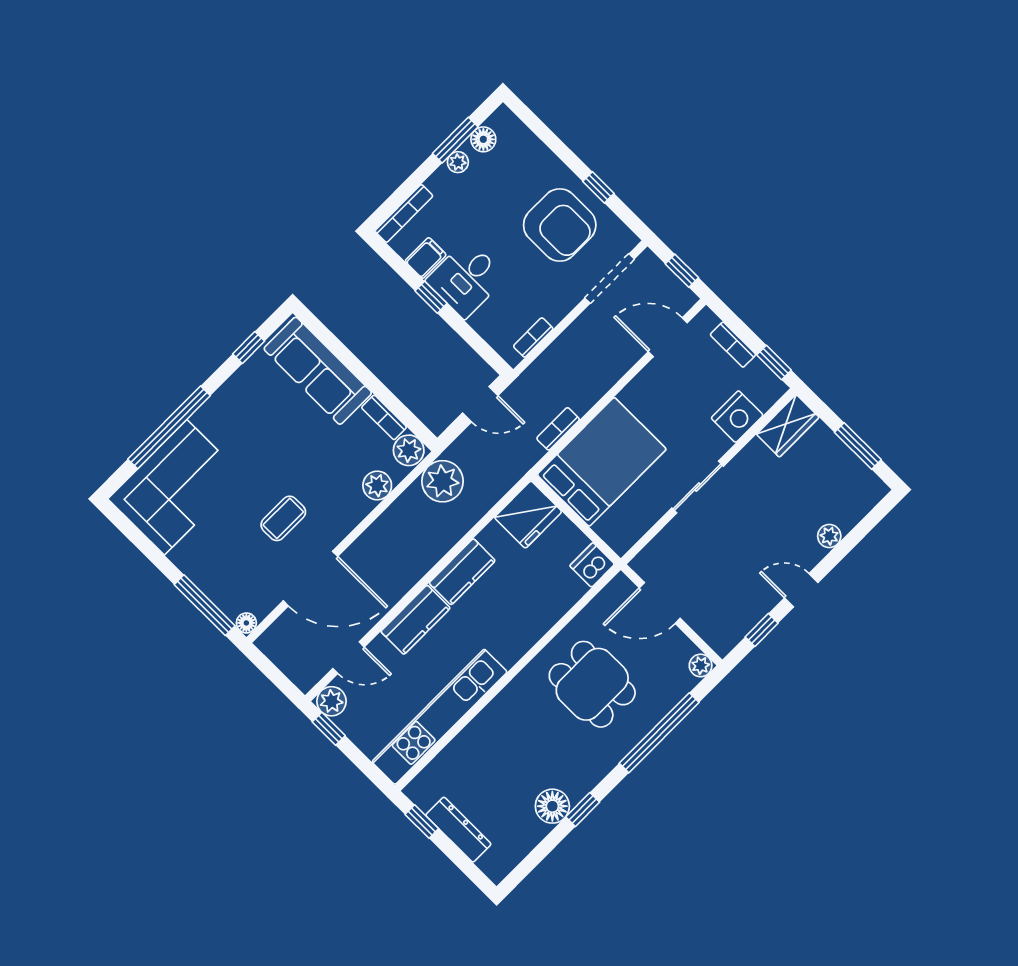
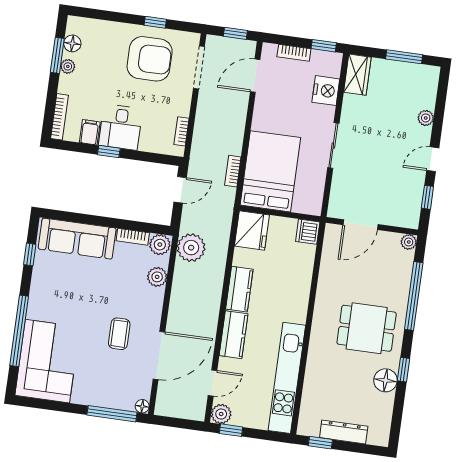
dining table: (592, 684) -> (367, 328), moved

